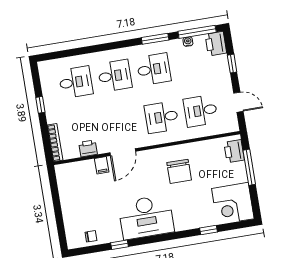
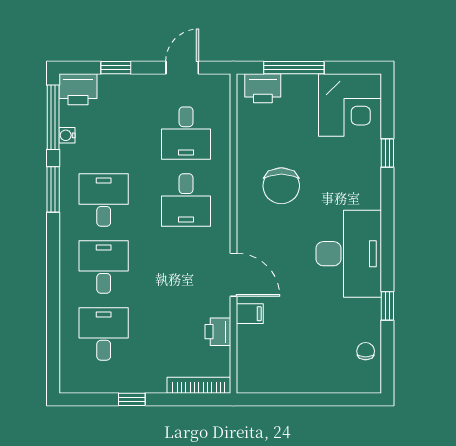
chair: (179, 171) -> (281, 186), turned 90

